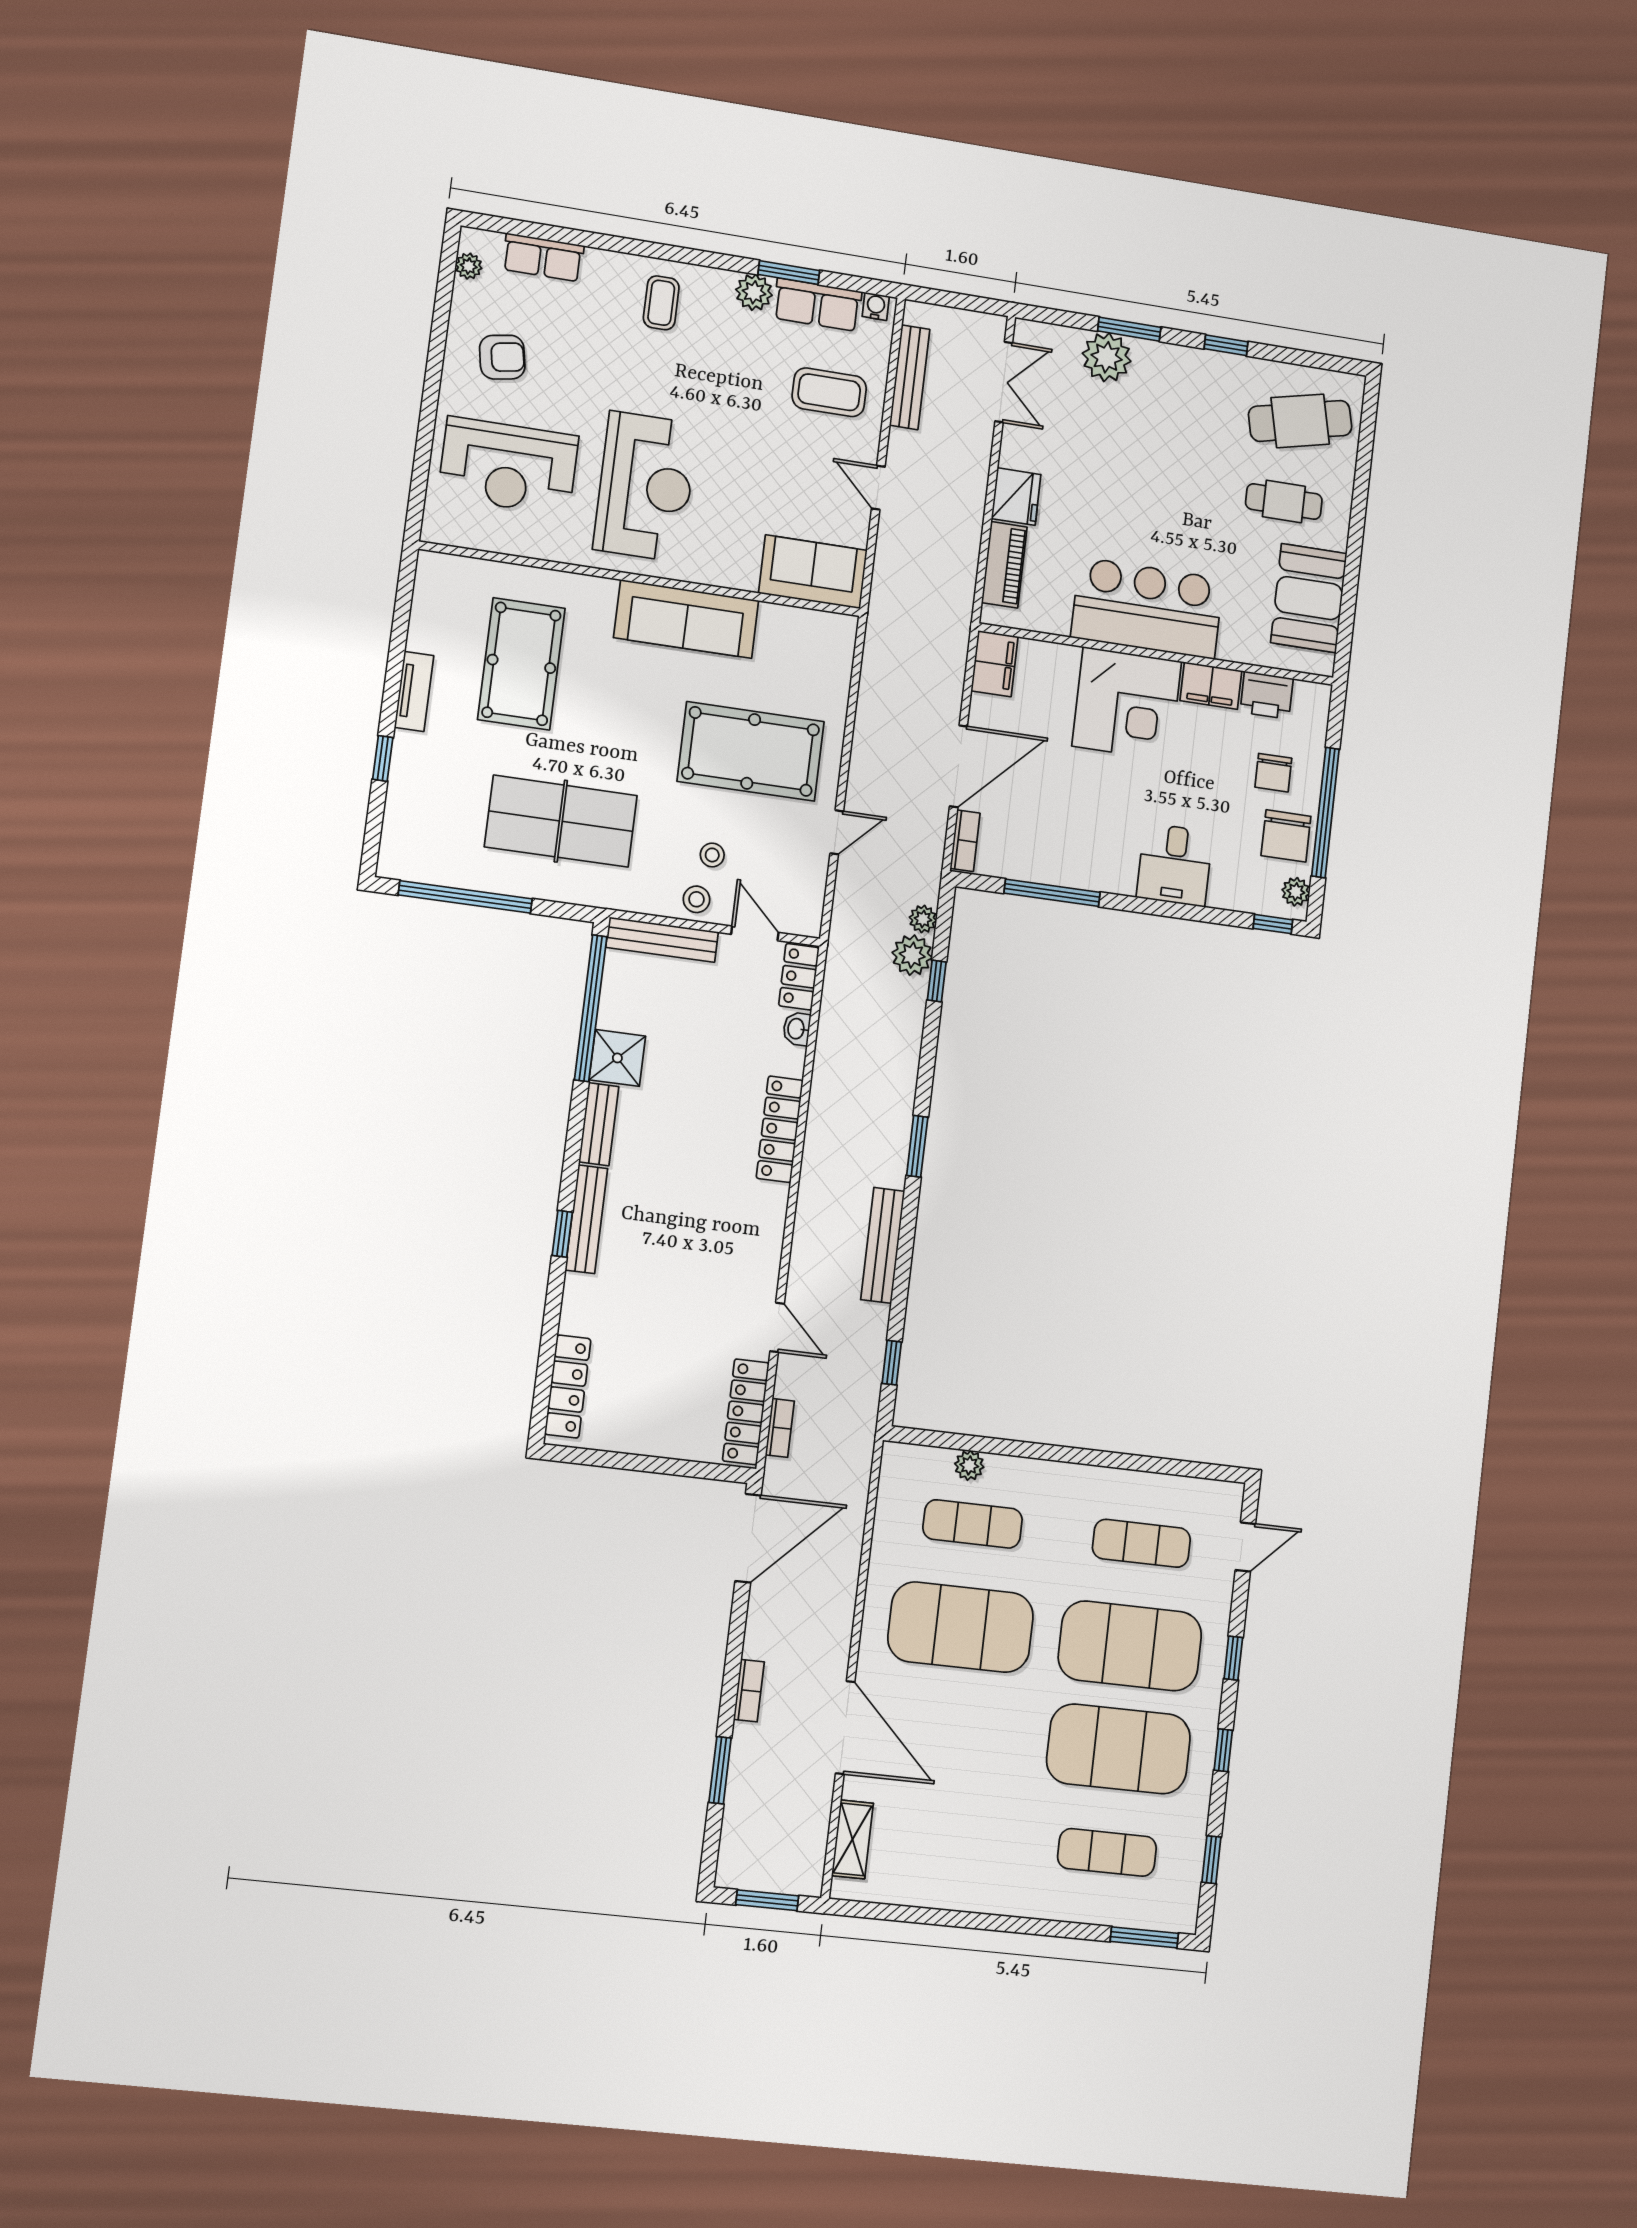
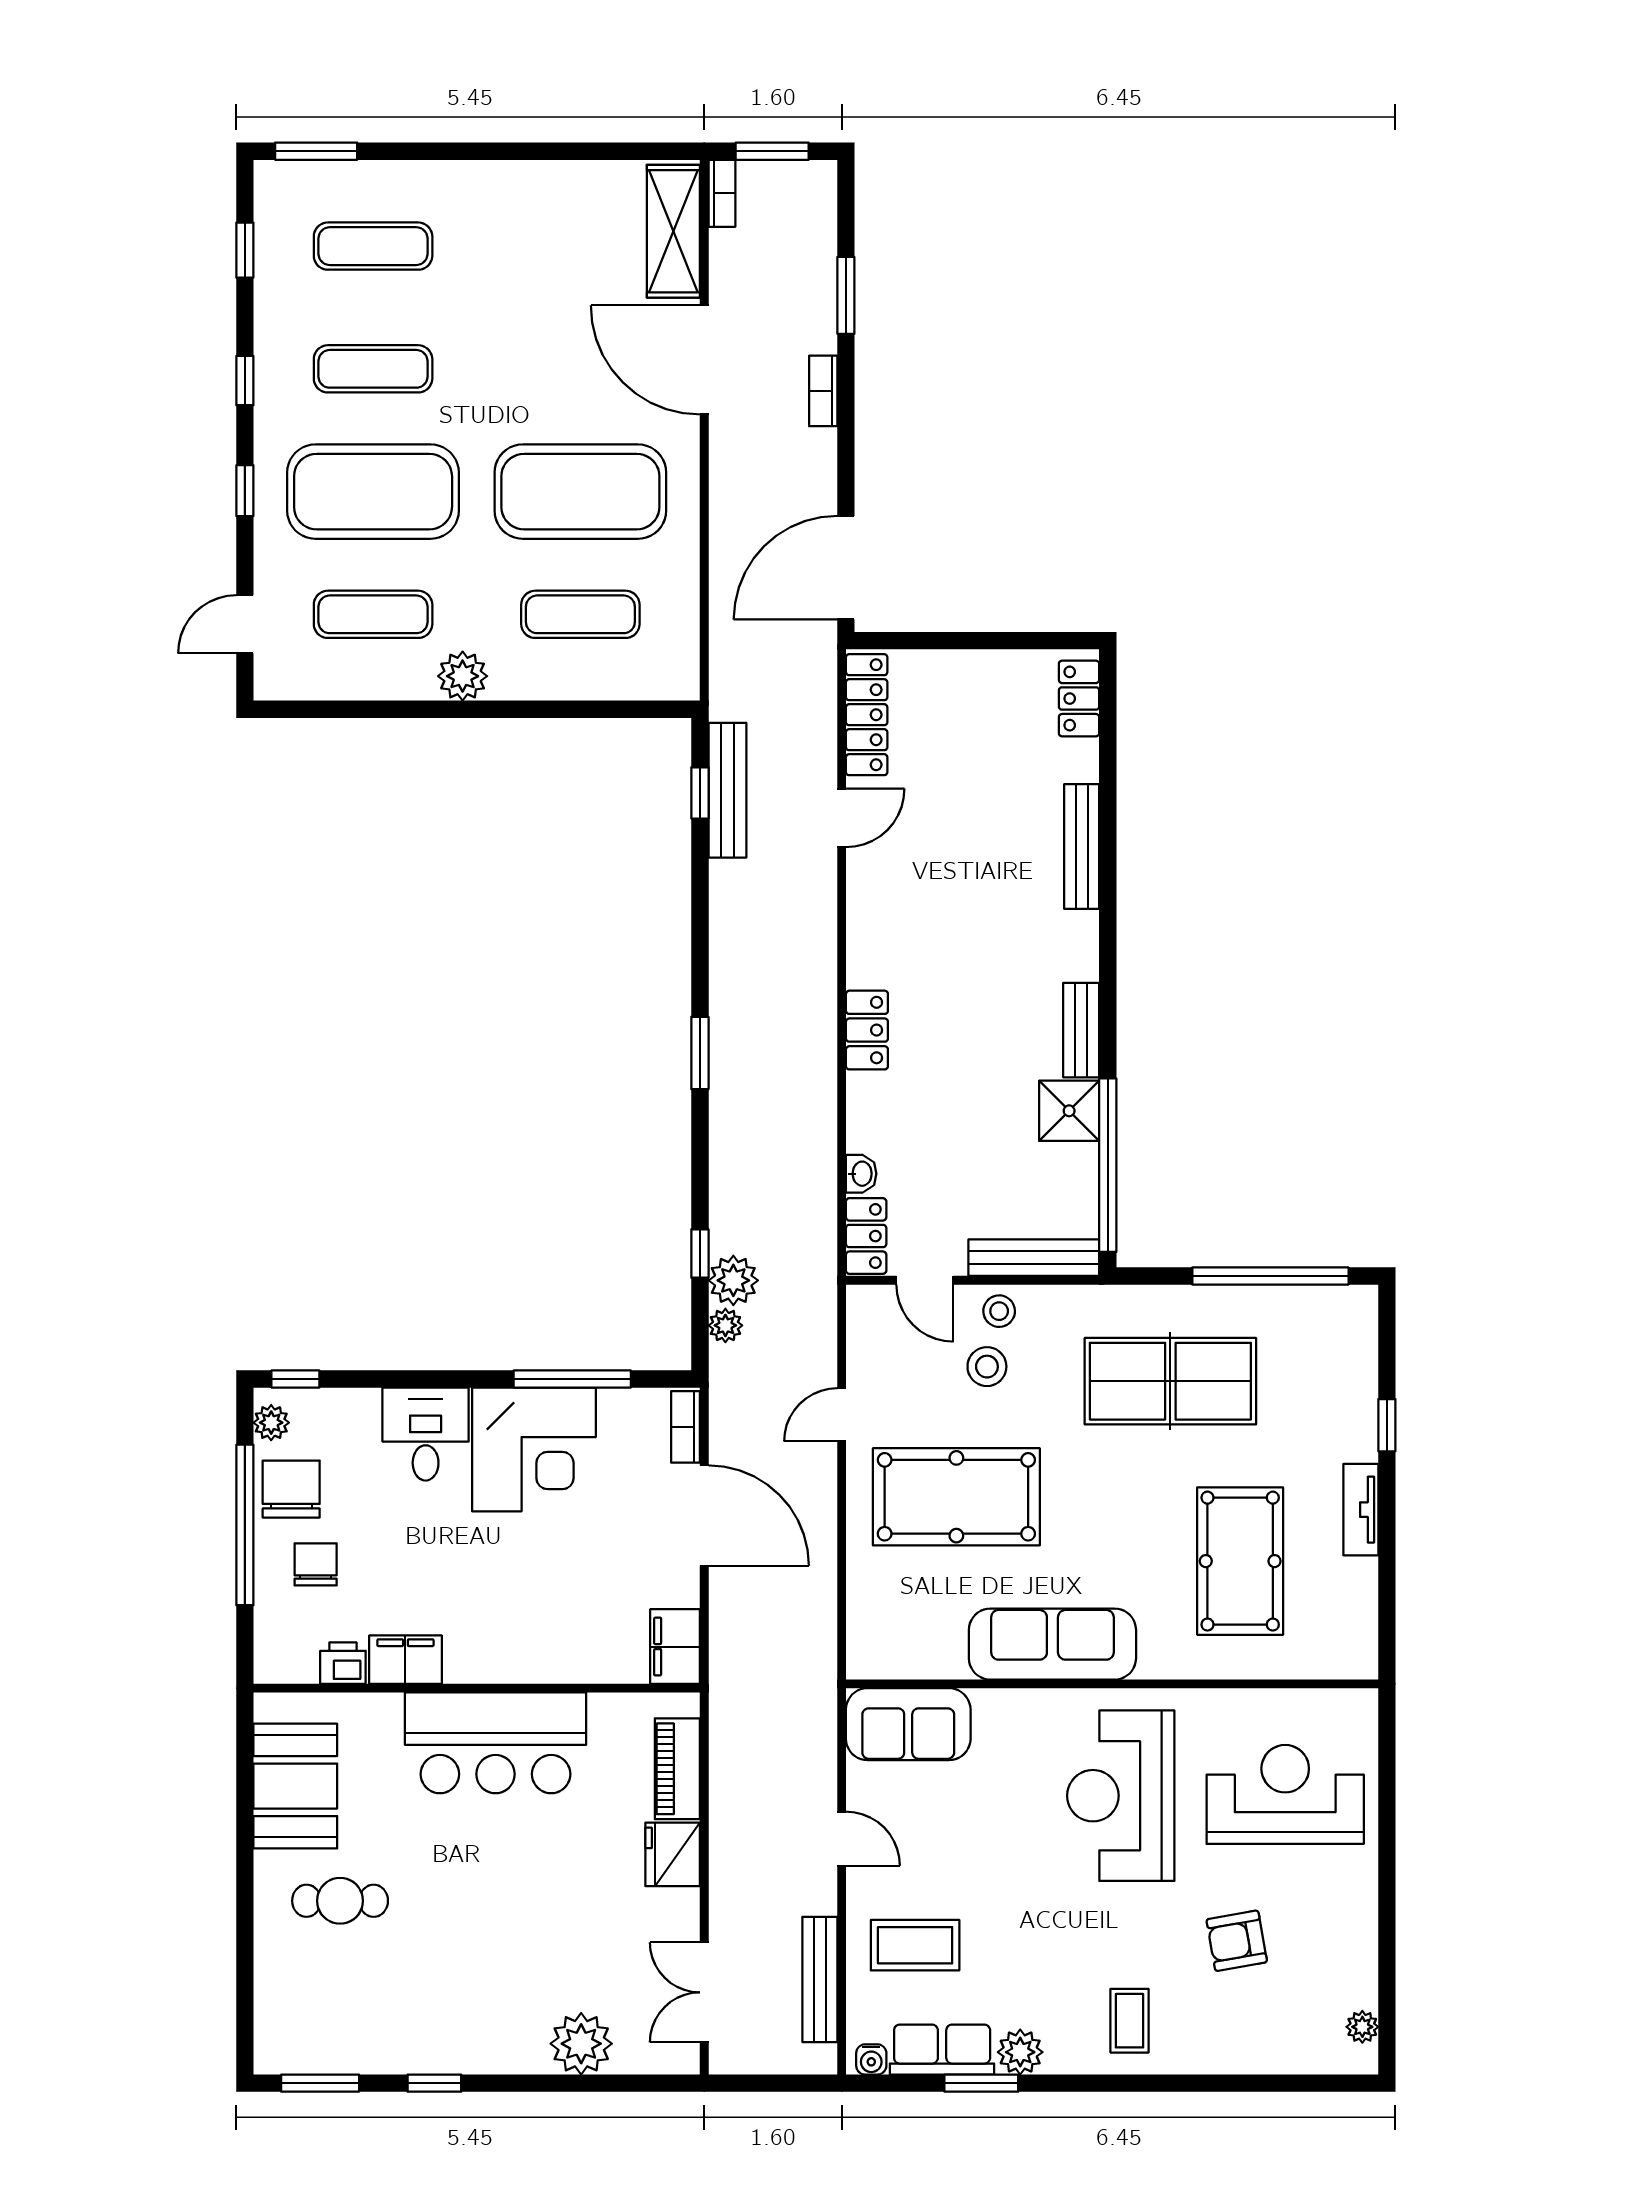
row of seats: (543, 257) -> (1276, 2052), removed
window: (1129, 329) -> (320, 2083), moved
armchair: (502, 357) -> (1237, 1941), moved
cafe table: (1300, 421) -> (331, 2004), removed
printer: (1267, 695) -> (343, 1663), width x0.73, depth x0.81
corner desk: (1127, 704) -> (534, 1449), moved, turned 180
door: (958, 766) -> (704, 1516), swing flipped
stool: (712, 855) -> (987, 1367), width x1.37, depth x1.37
locker: (780, 1129) -> (867, 1030), width x0.66
bench: (586, 1219) -> (1082, 846), moved
window: (562, 1234) -> (1108, 896), removed
bench: (883, 1245) -> (727, 790), moved
door: (777, 1327) -> (842, 818), swing flipped
locker: (568, 1387) -> (1079, 699), width x0.66
bookcase: (780, 1428) -> (722, 193), moved, turned 180
plant: (969, 1465) -> (463, 676), moved, width x1.38, depth x1.38
exercise mat: (1118, 1749) -> (373, 369), width x0.50, depth x0.69
shelving: (852, 1839) -> (673, 231), width x1.50, depth x1.33

